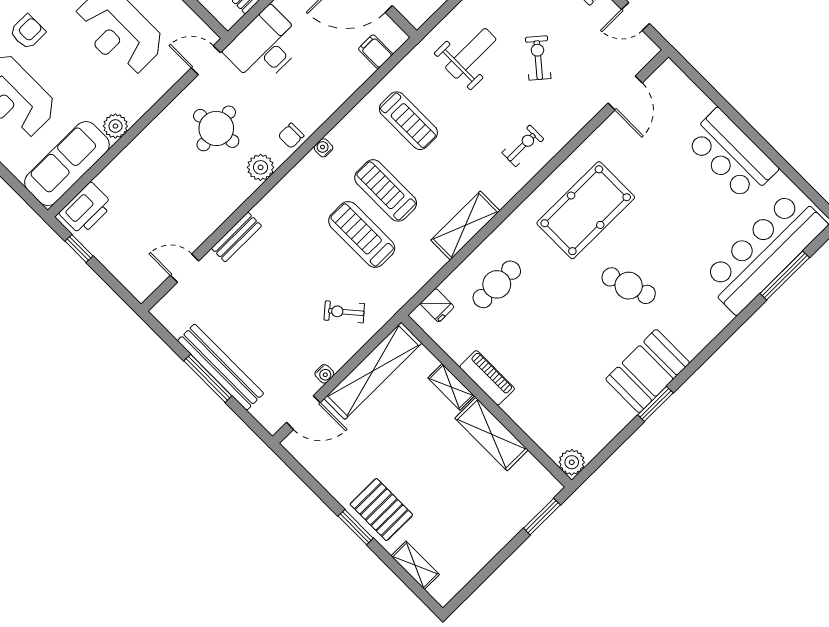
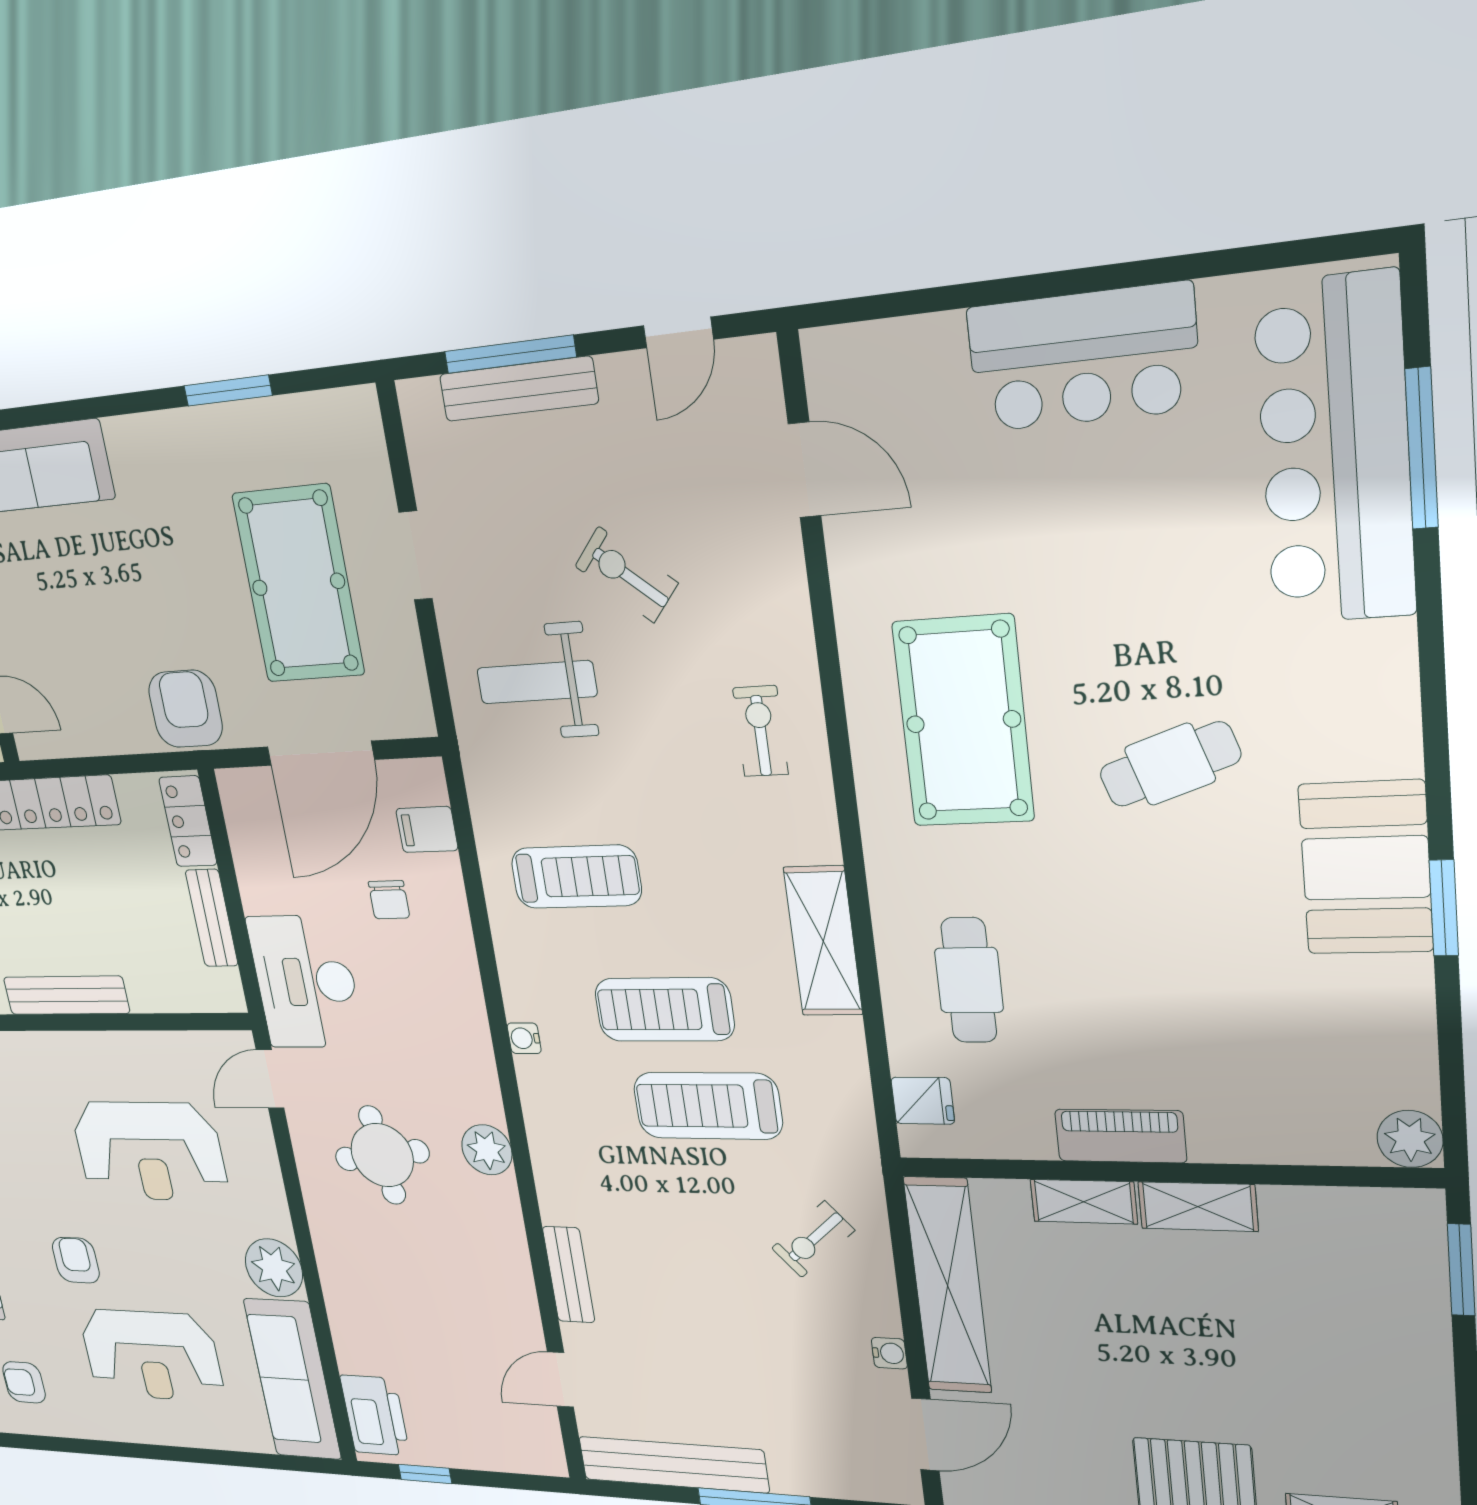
weight bench: (471, 53) -> (537, 682), turned -90
plant: (115, 126) -> (274, 1268), width x1.36, depth x1.36
chair: (291, 136) -> (389, 900), moved
bench: (221, 367) -> (673, 1465), moved
shelving: (491, 434) -> (1198, 1207), width x0.67, depth x0.75

